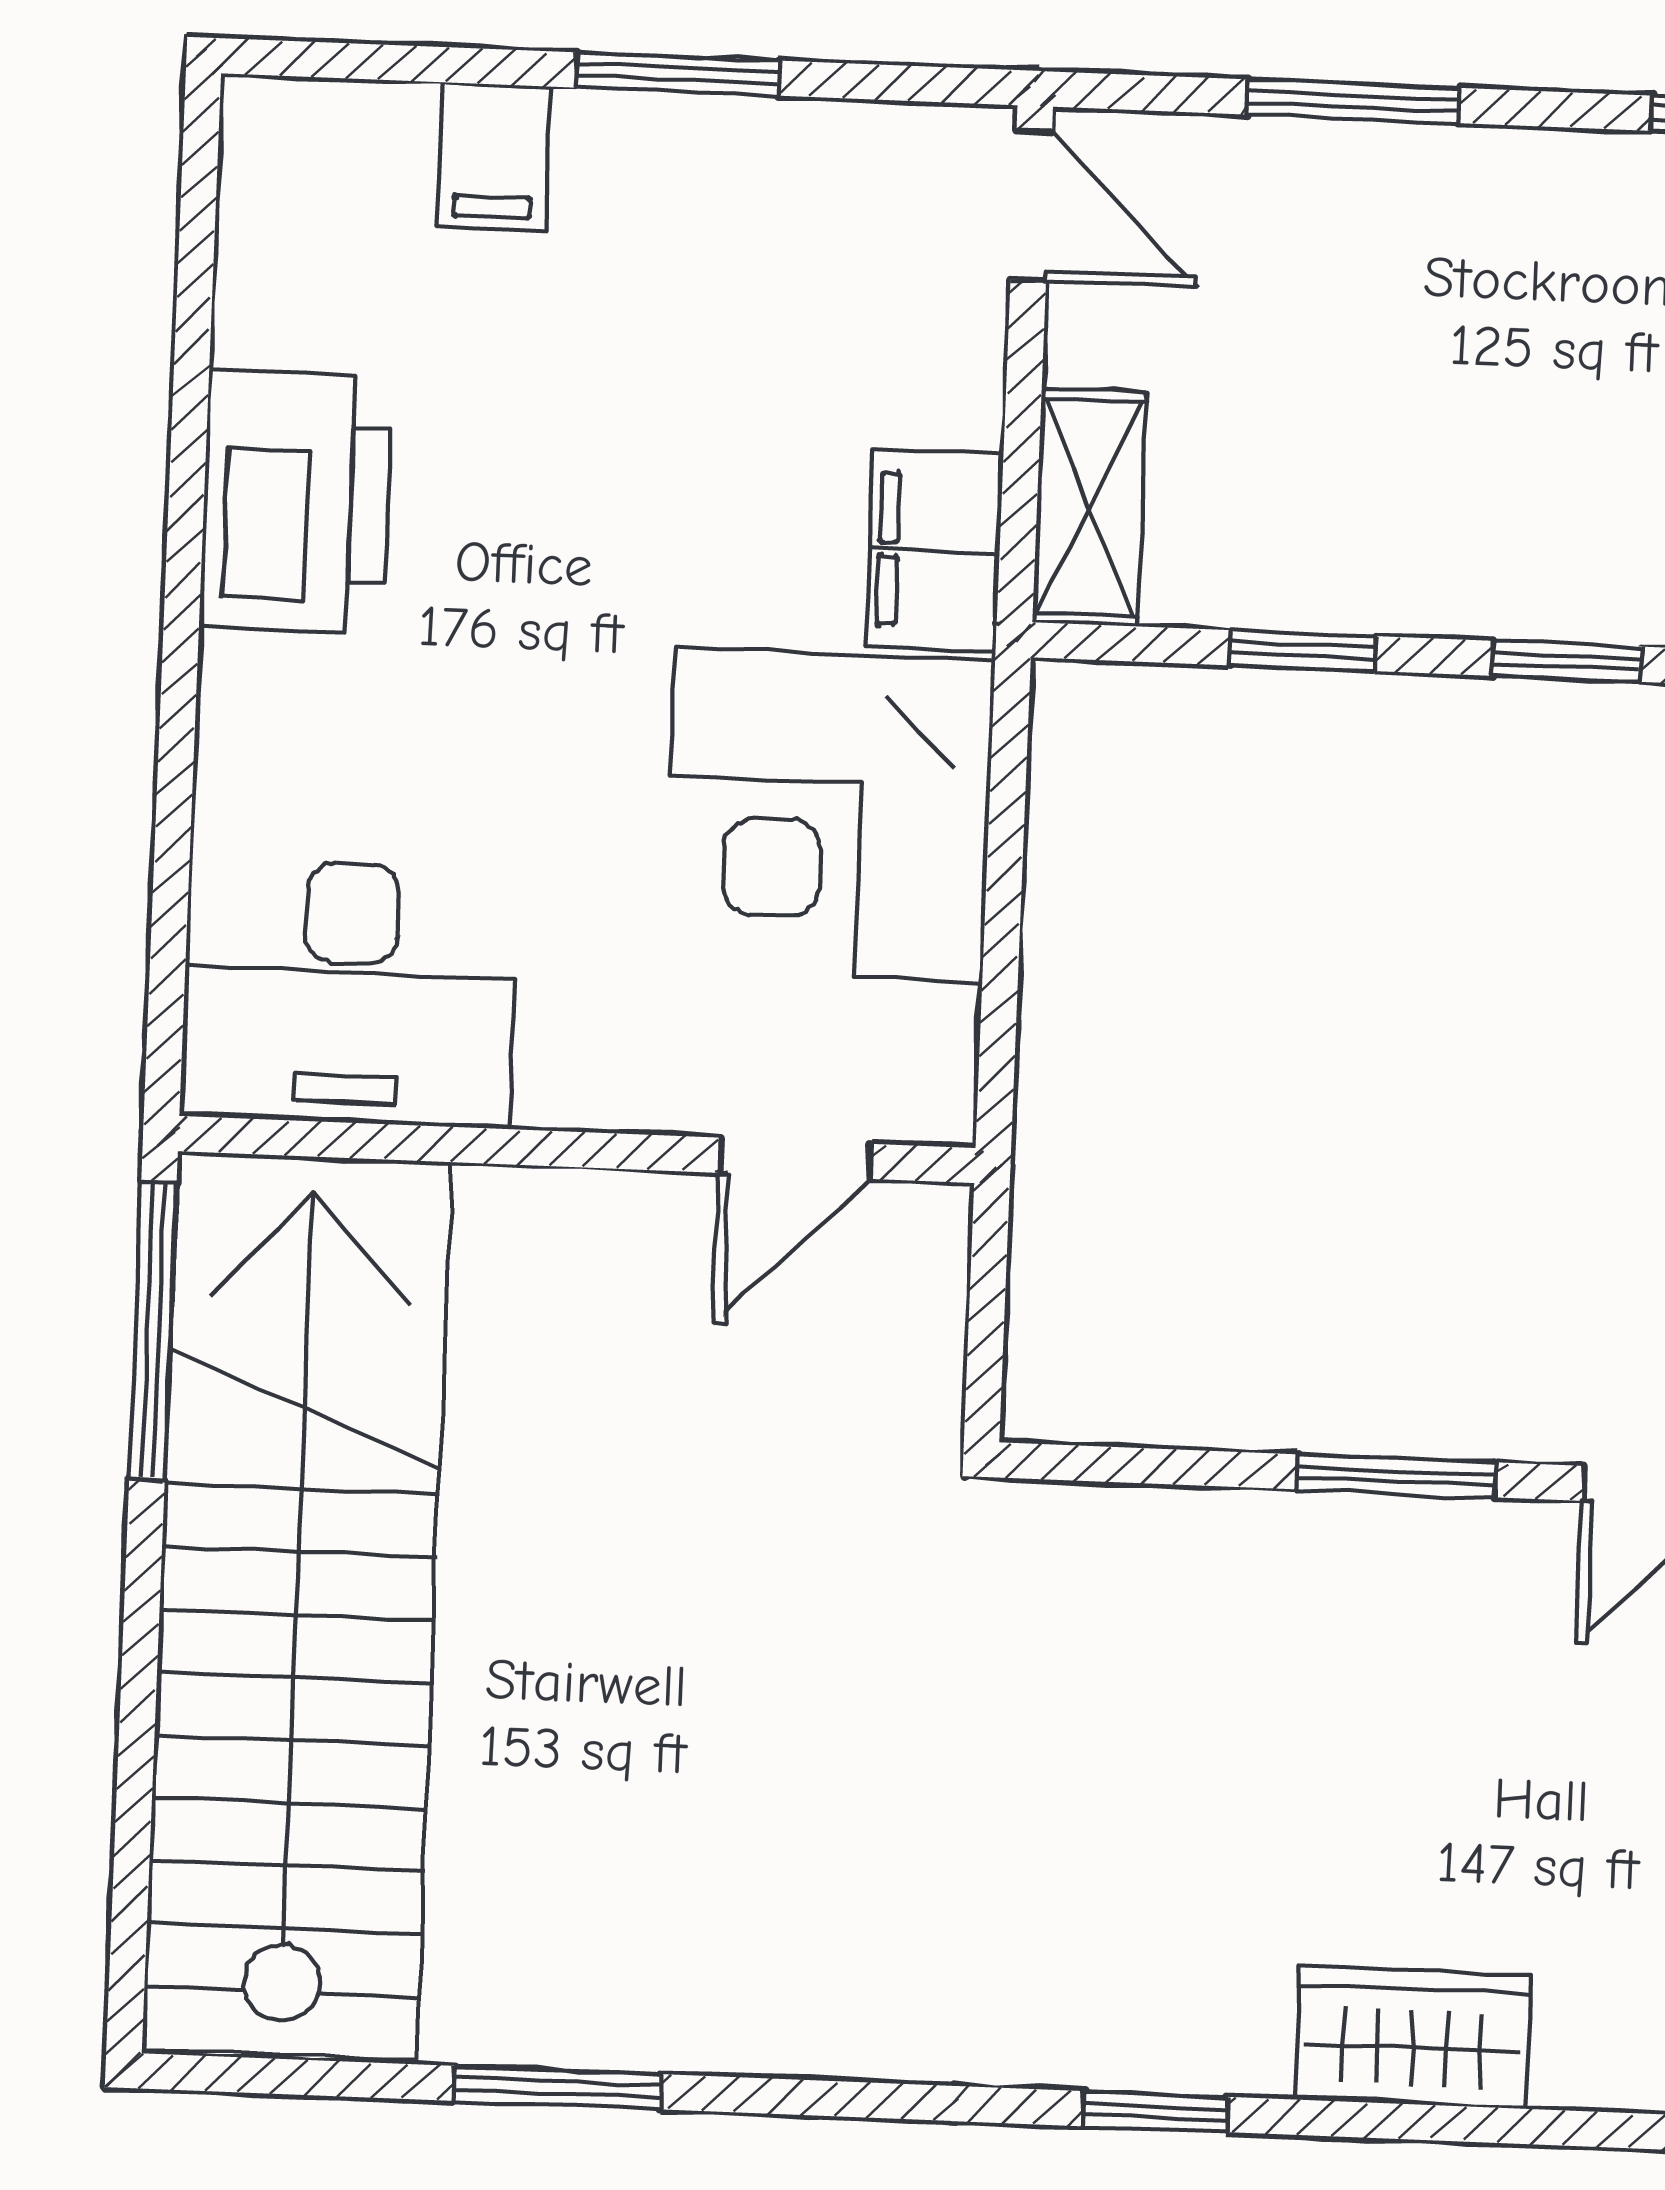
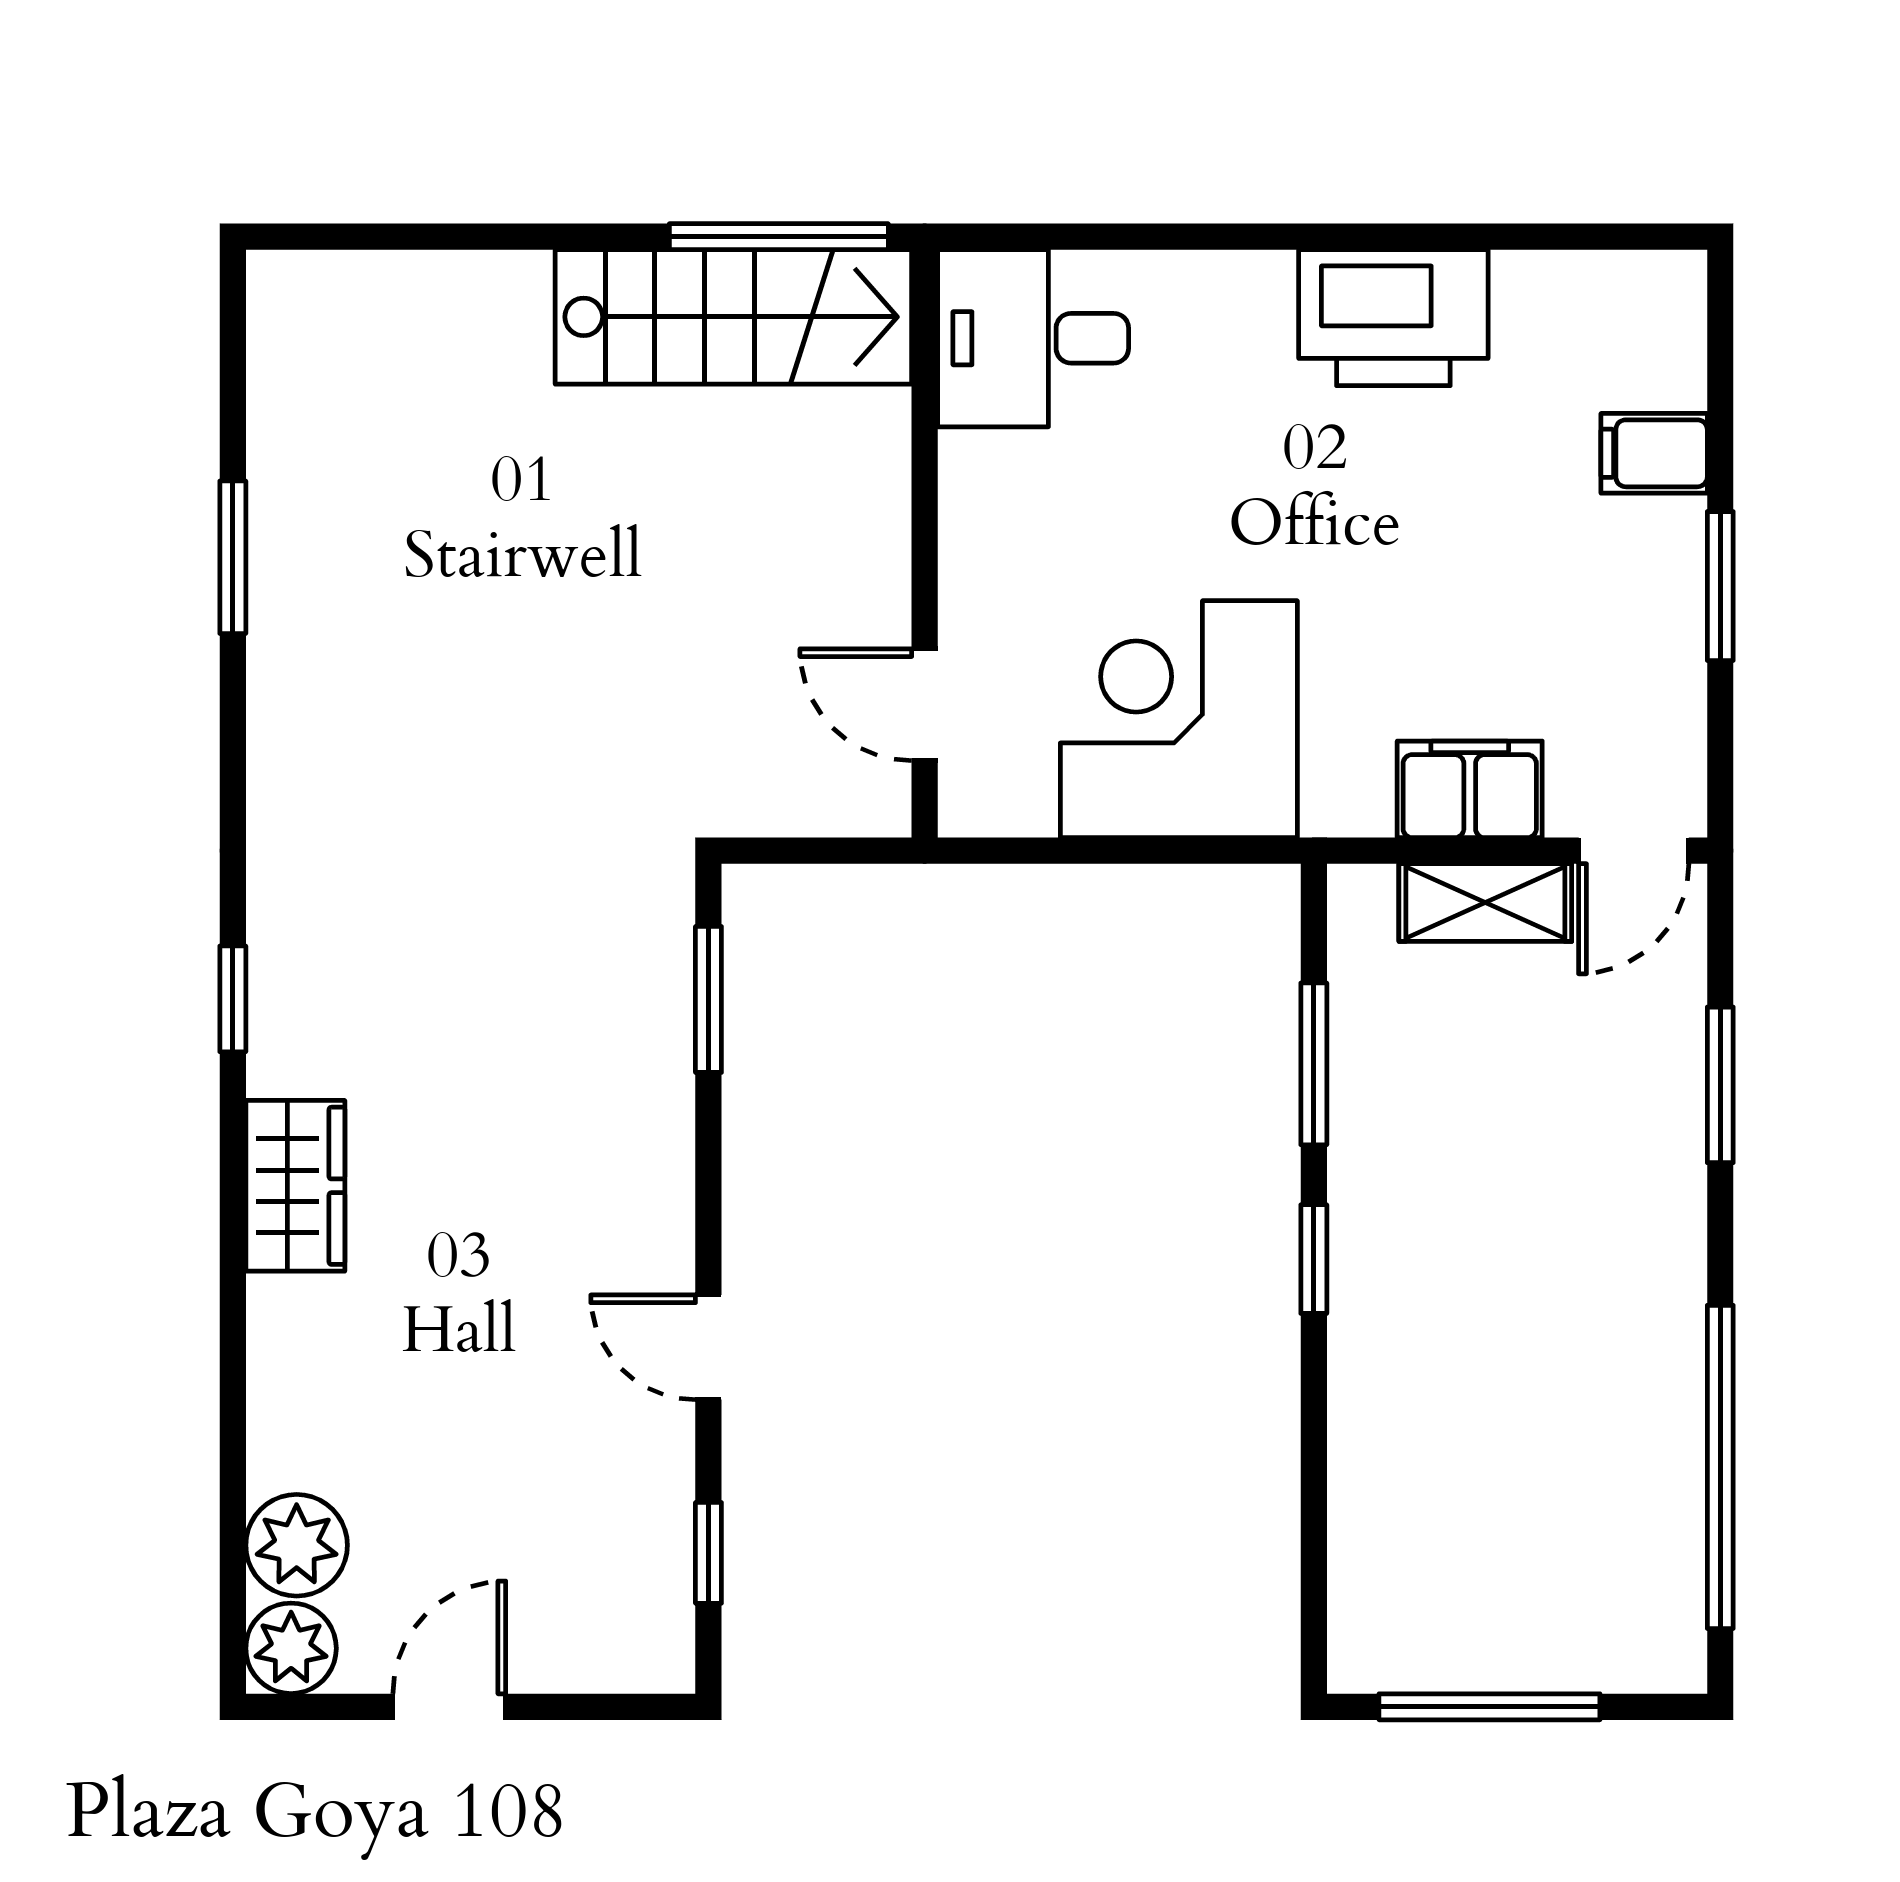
shelving: (1089, 507) -> (1485, 903), moved
filing cabinet: (934, 551) -> (1470, 789), moved
window: (1303, 651) -> (1314, 1064), width x1.50
desk: (349, 993) -> (1033, 338), width x0.73
window: (1397, 1476) -> (708, 999), moved
stairs: (297, 1606) -> (733, 317), width x0.54, depth x0.66

